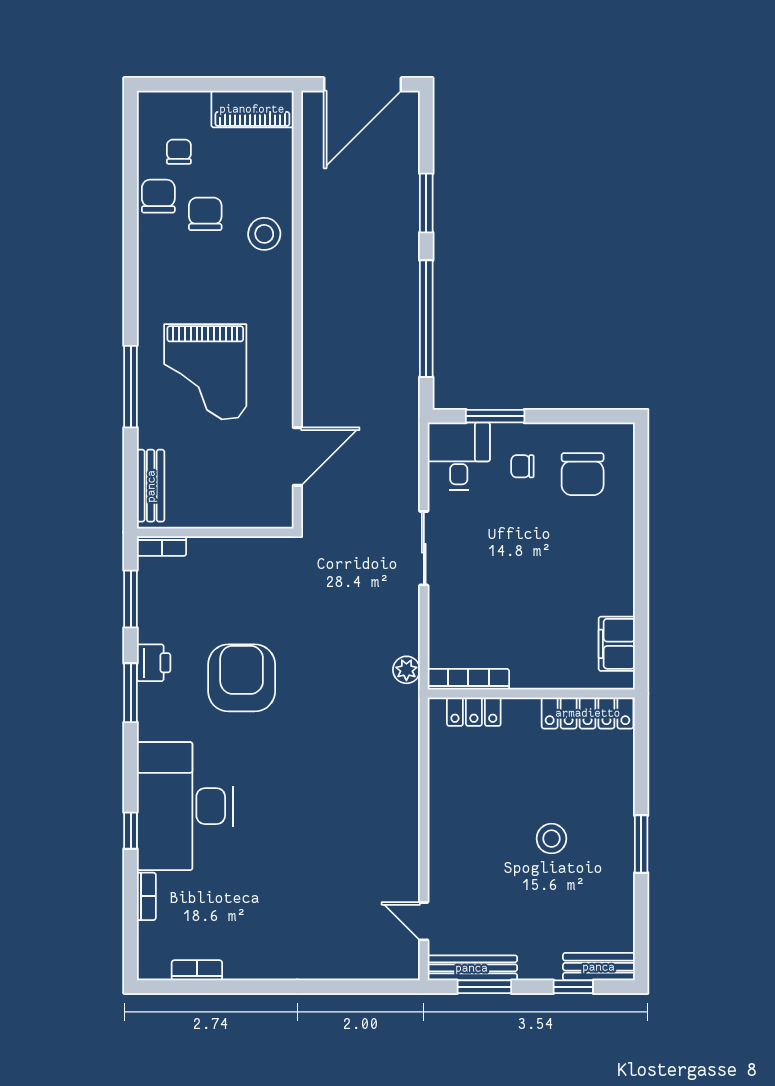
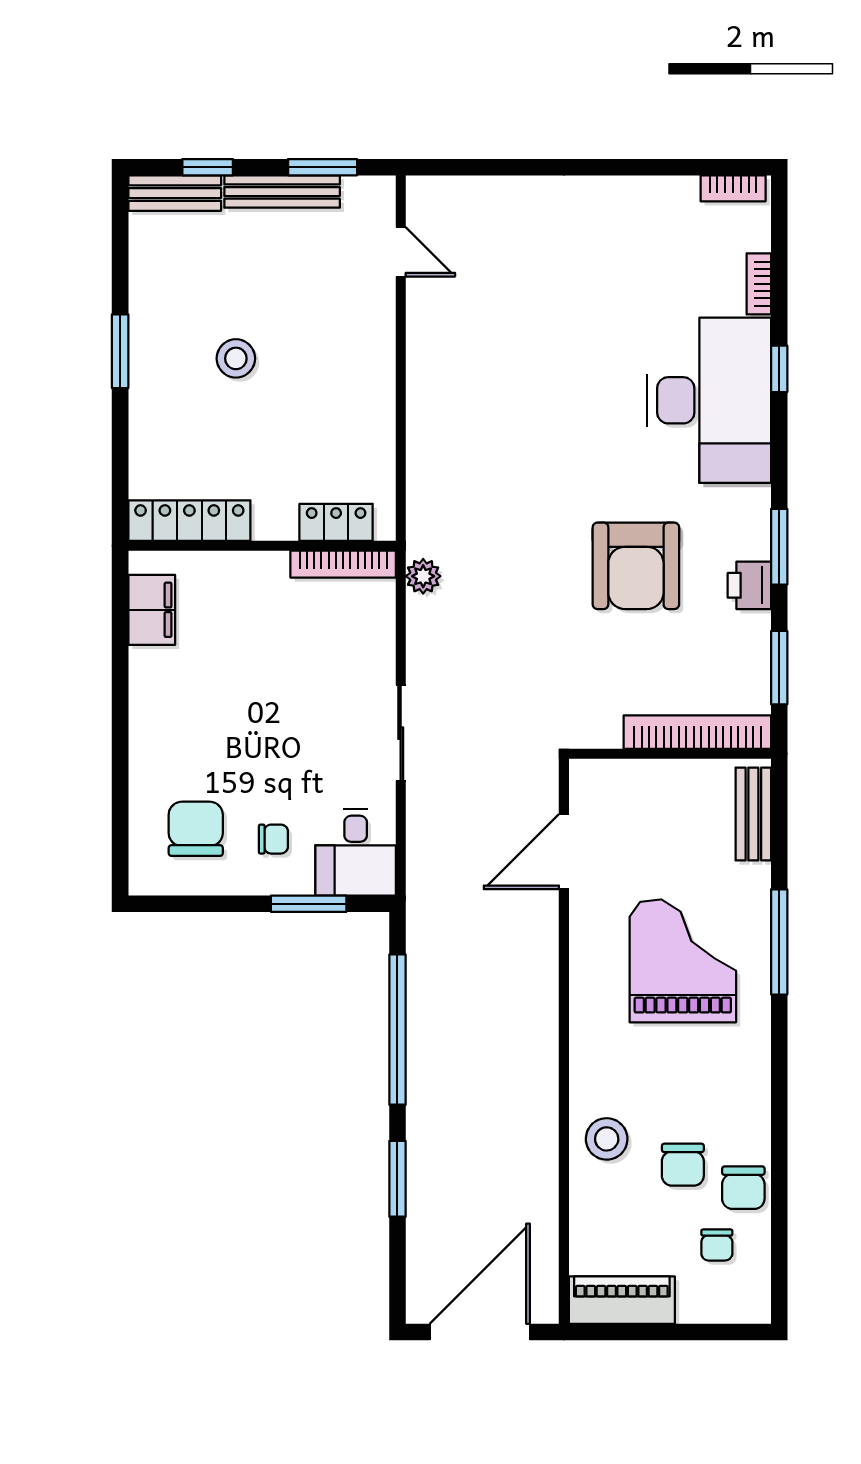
bookcase: (162, 546) -> (697, 732), width x2.31, depth x1.31
bench: (472, 968) -> (282, 192), moved
bookcase: (197, 970) -> (733, 188), moved

